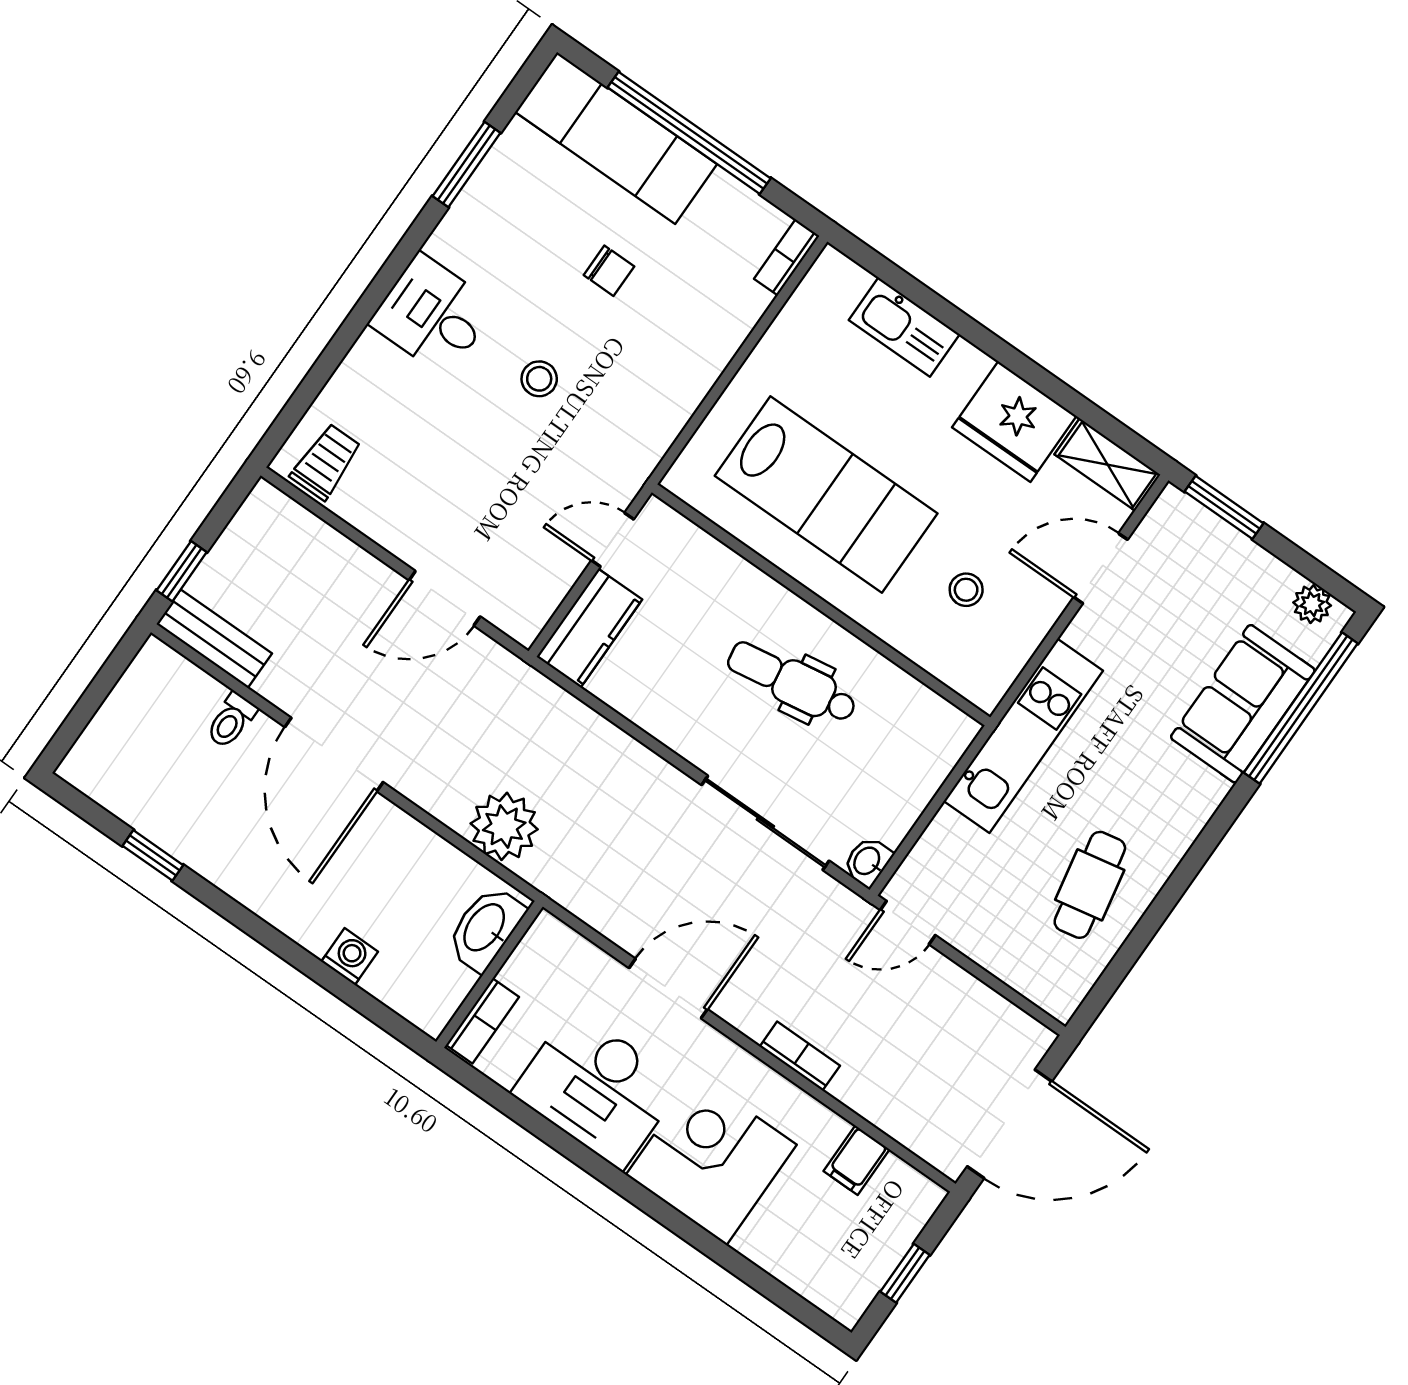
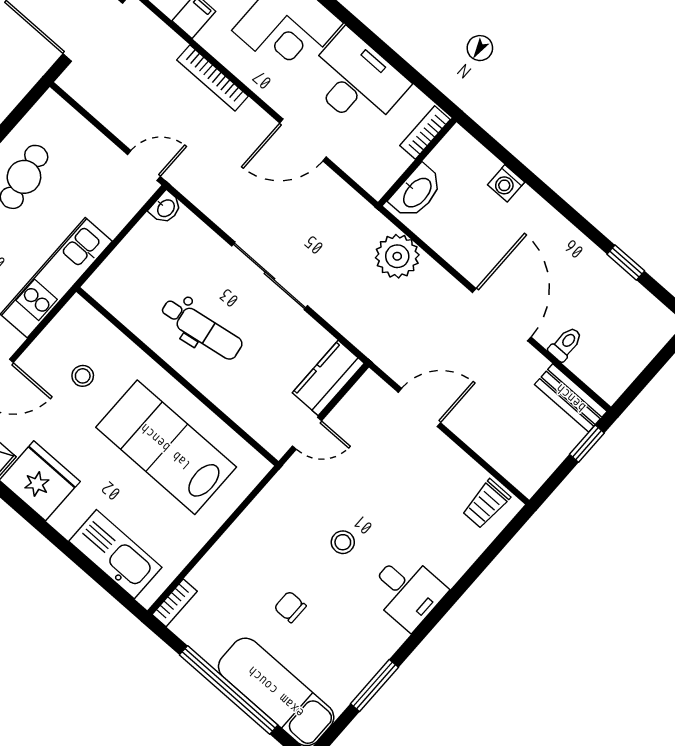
kitchen sink: (904, 327) -> (115, 554), width x1.36, depth x1.24
sliding door: (765, 823) -> (270, 276), moved
bookcase: (800, 1056) -> (213, 78), width x1.56

